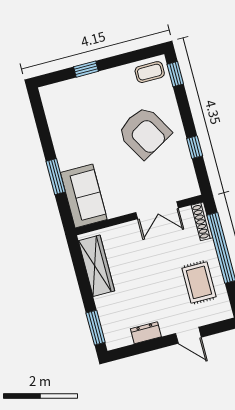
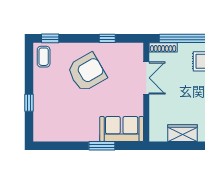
wardrobe: (97, 266) -> (182, 133), width x0.67

